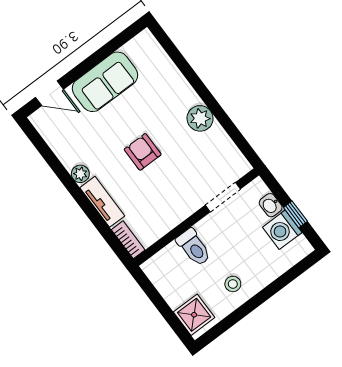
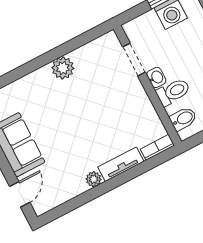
armchair: (143, 152) -> (84, 122), removed
washbasin: (271, 205) -> (156, 77), moved, turned -90
bidet: (165, 264) -> (183, 119), added

